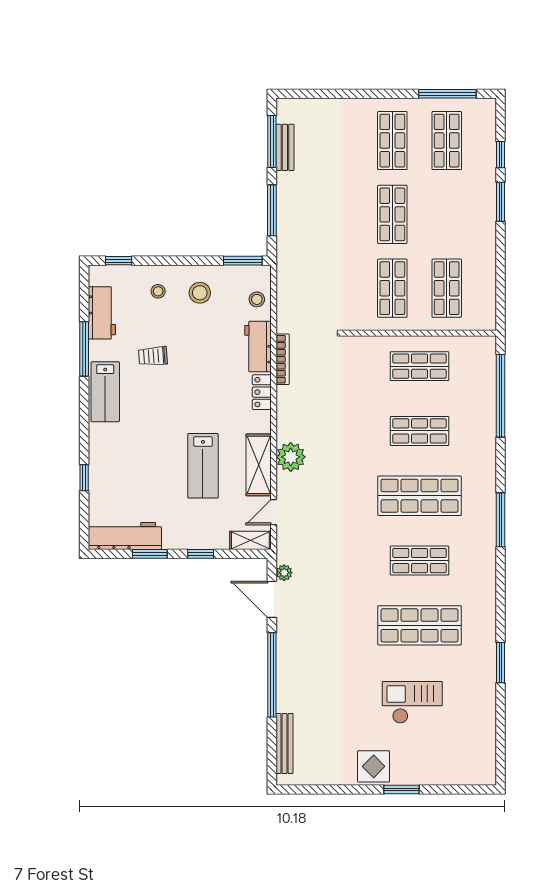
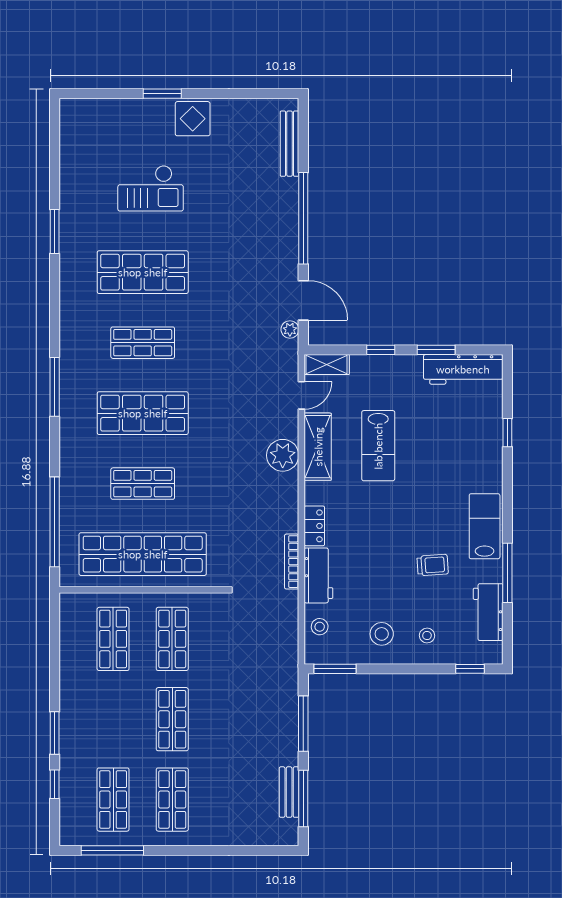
shop shelf: (420, 366) -> (143, 554), width x2.00, depth x1.36
lab bench: (203, 466) -> (378, 446), turned 180

